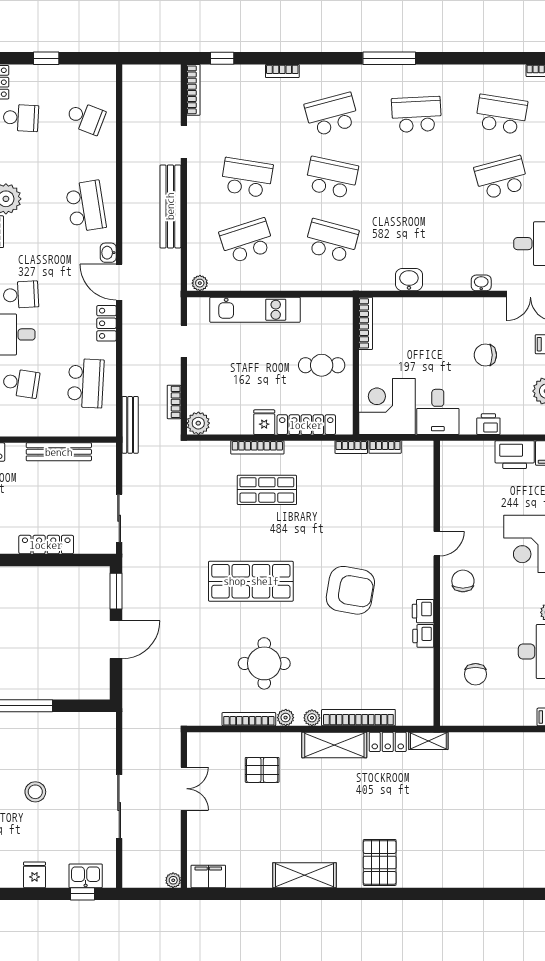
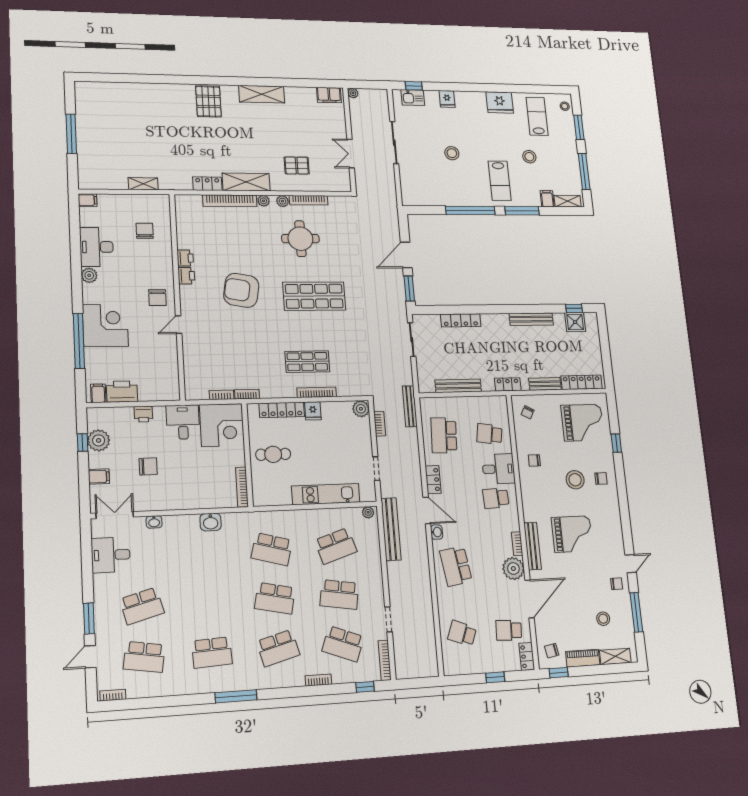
school desk: (247, 114) -> (343, 644), added
bench: (170, 206) -> (391, 529), moved
shelving: (428, 741) -> (143, 184), moved

